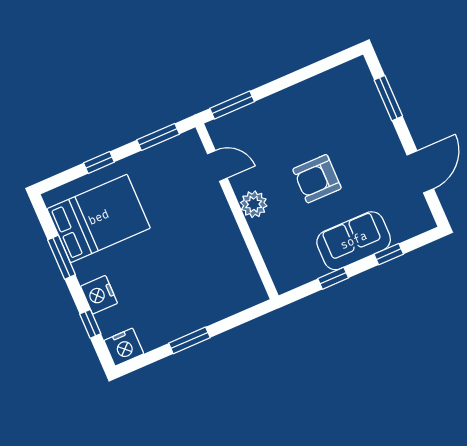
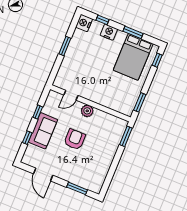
window: (99, 163) -> (157, 60), moved
door: (217, 166) -> (71, 95), moved

